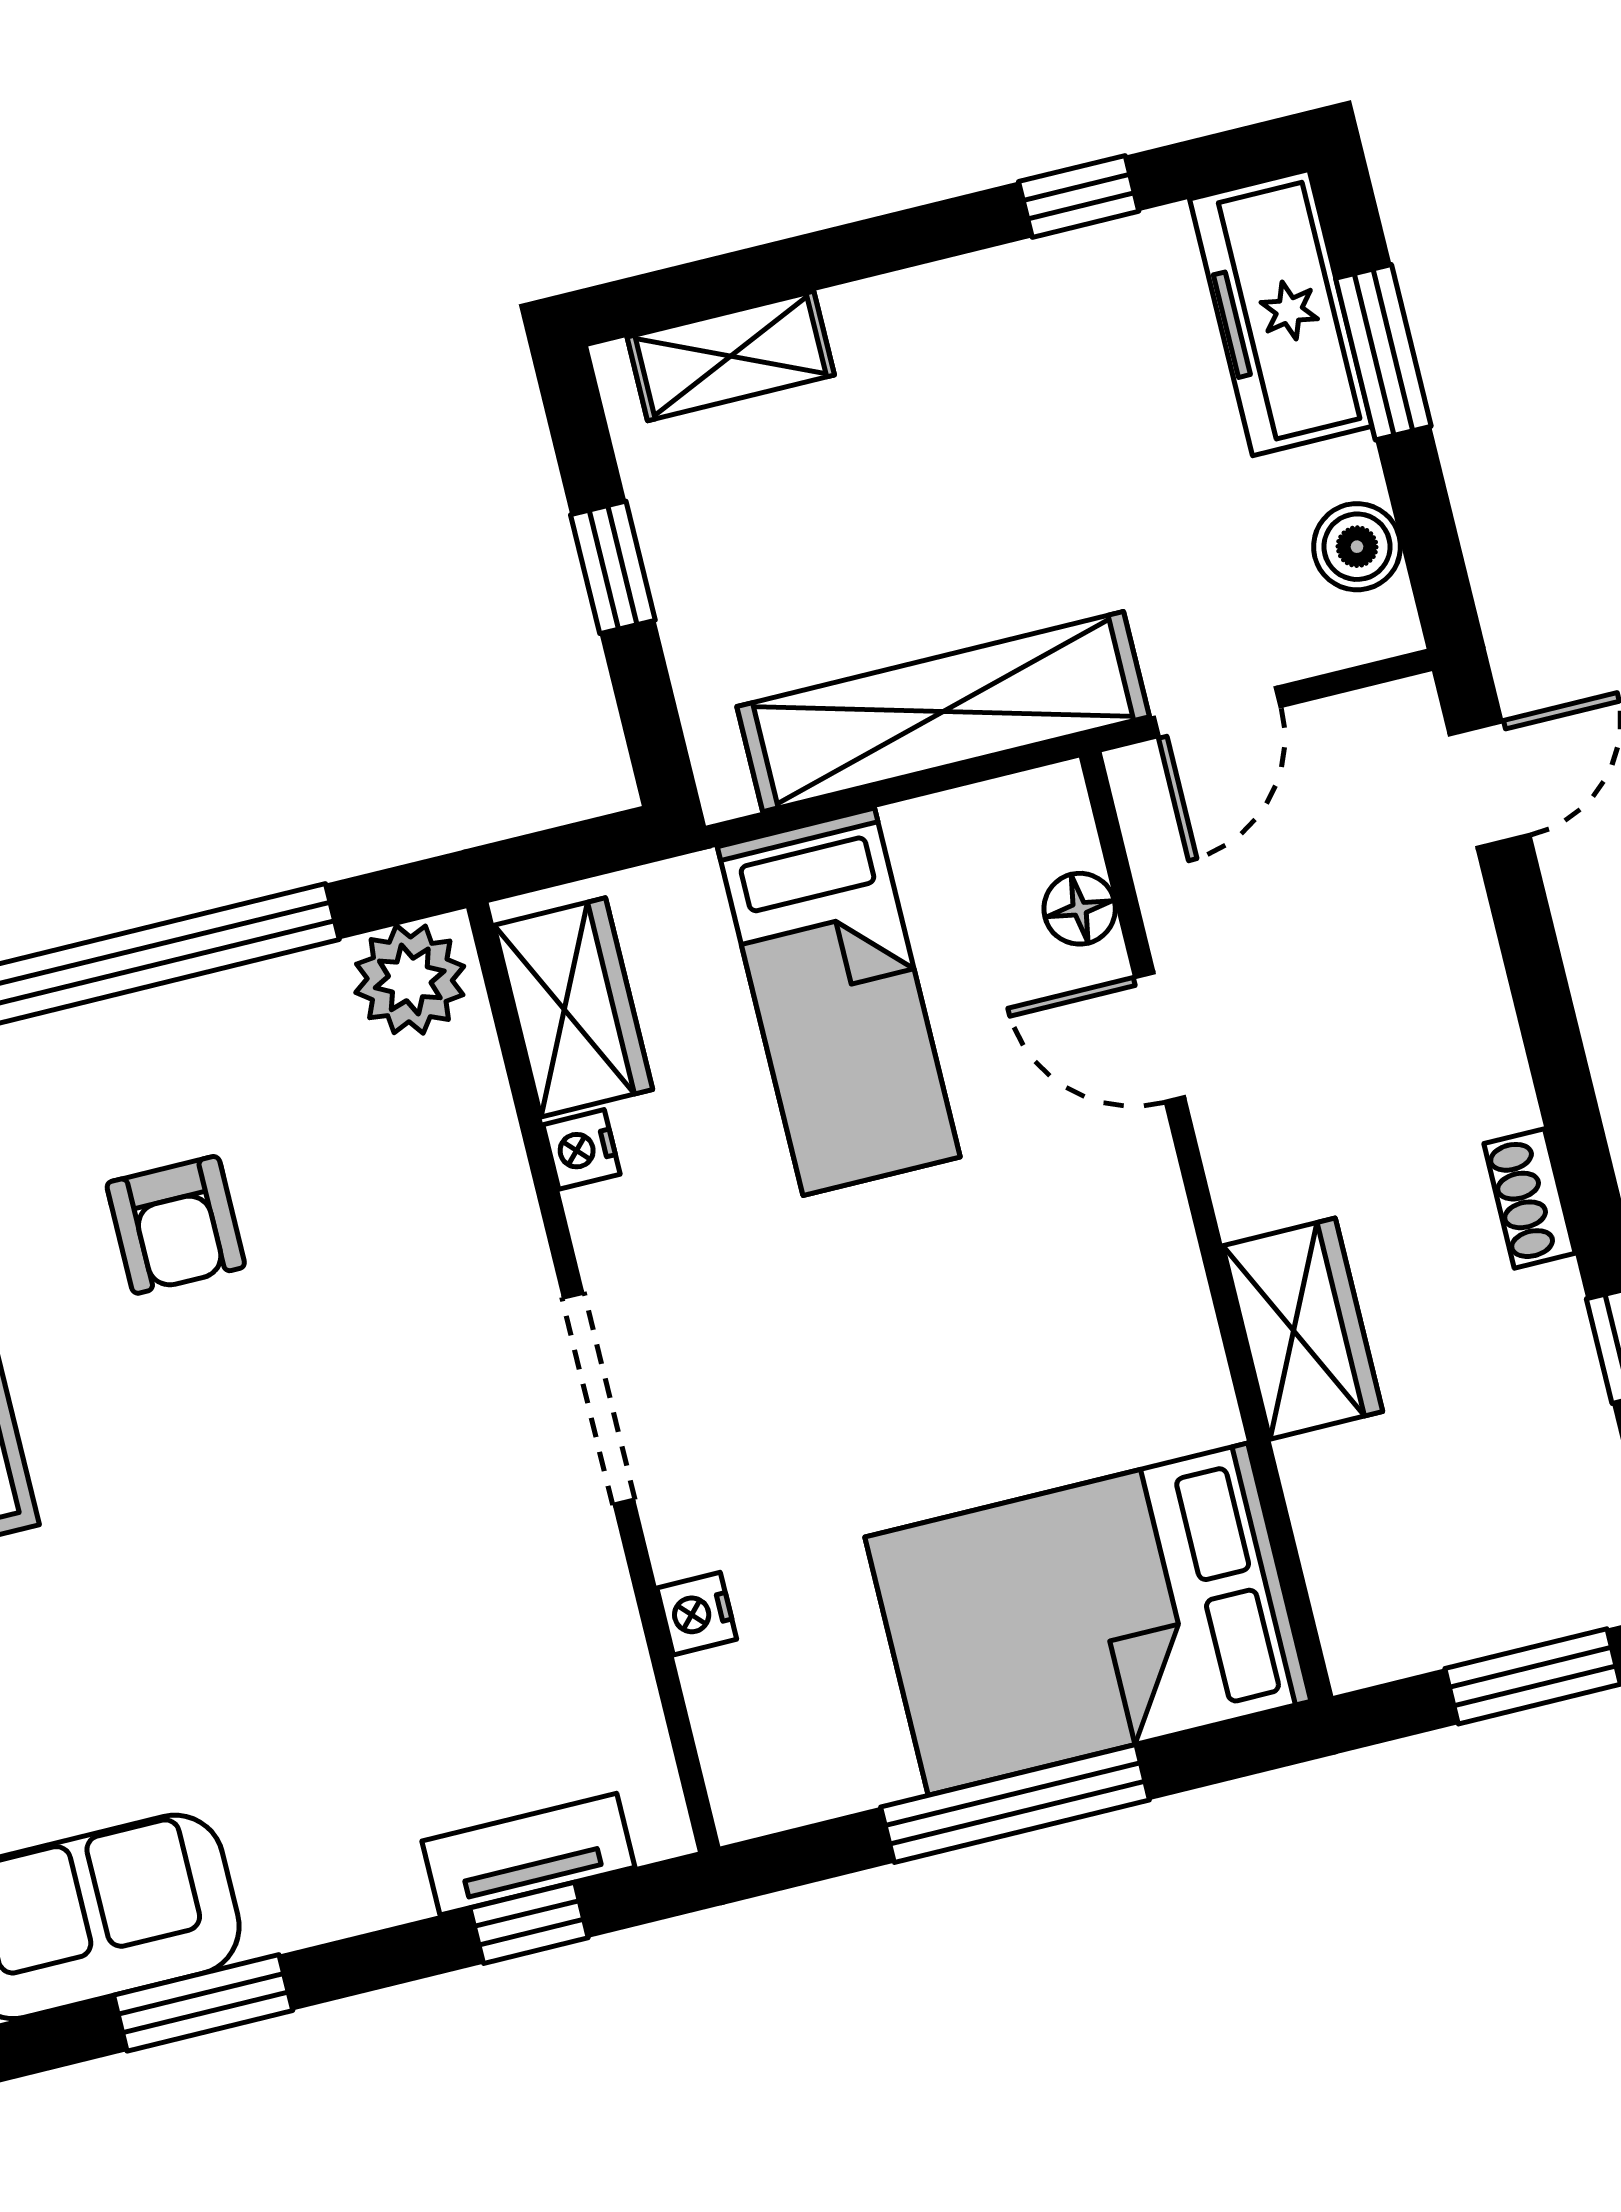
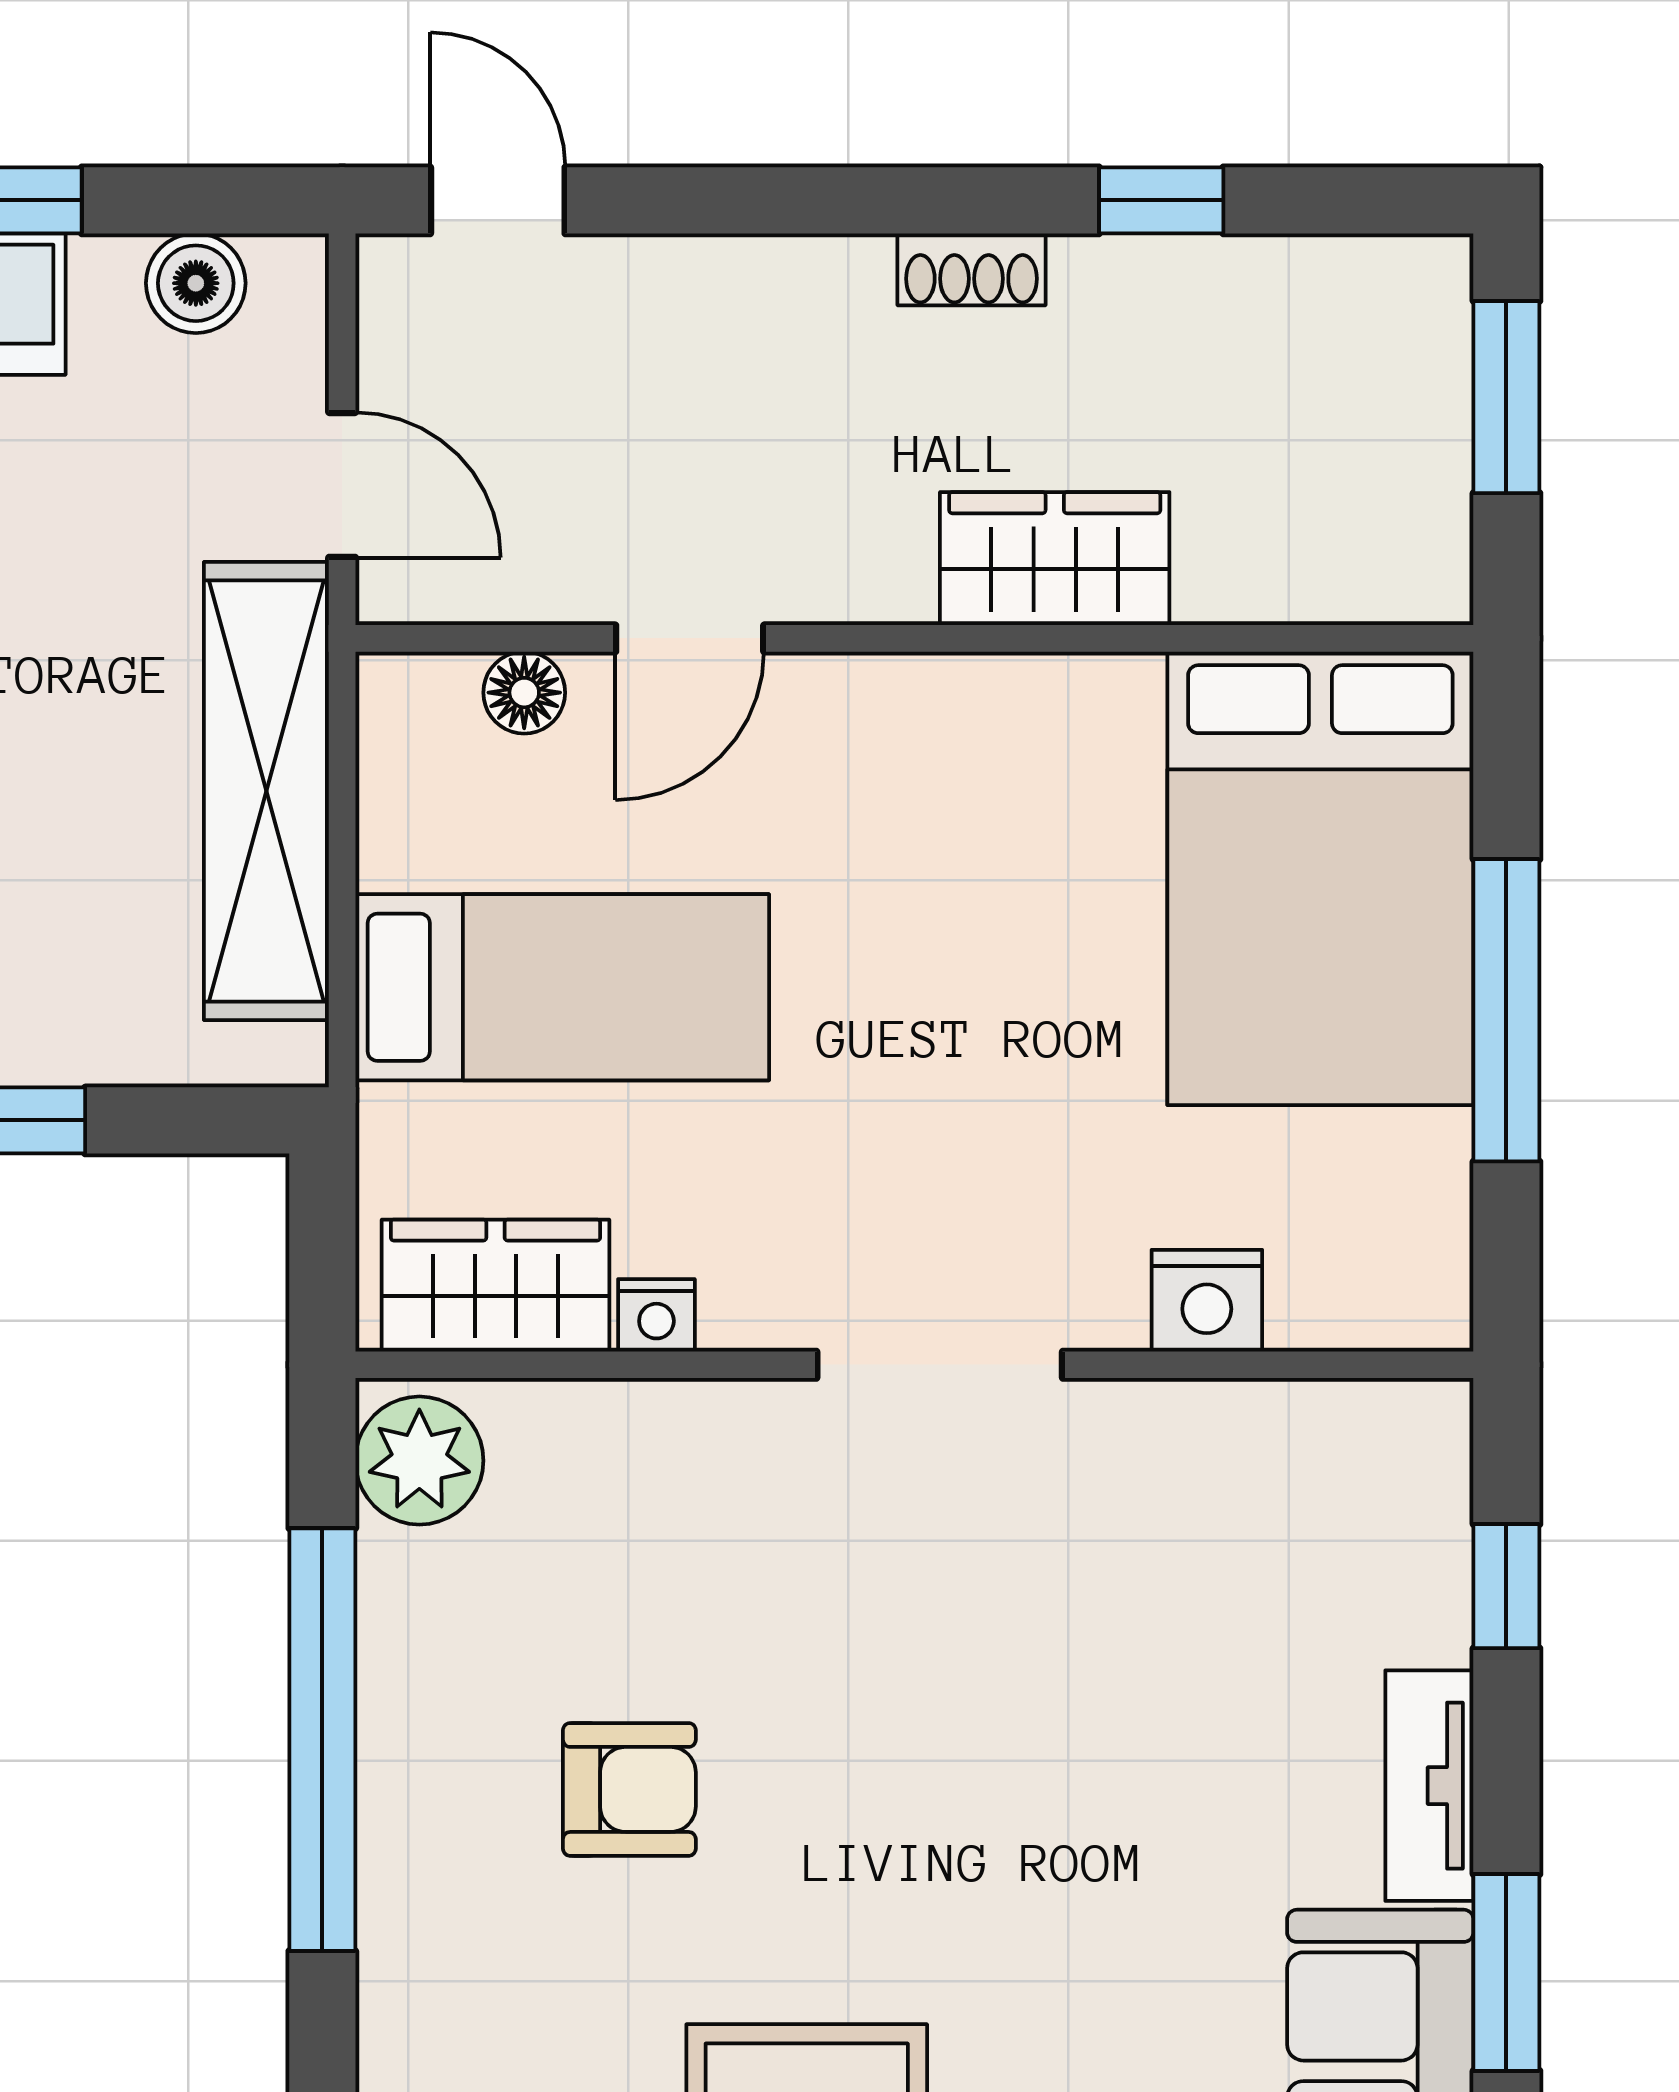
nightstand: (697, 1614) -> (1207, 1301), width x1.39, depth x1.35
tv unit: (528, 1854) -> (1429, 1786), moved

